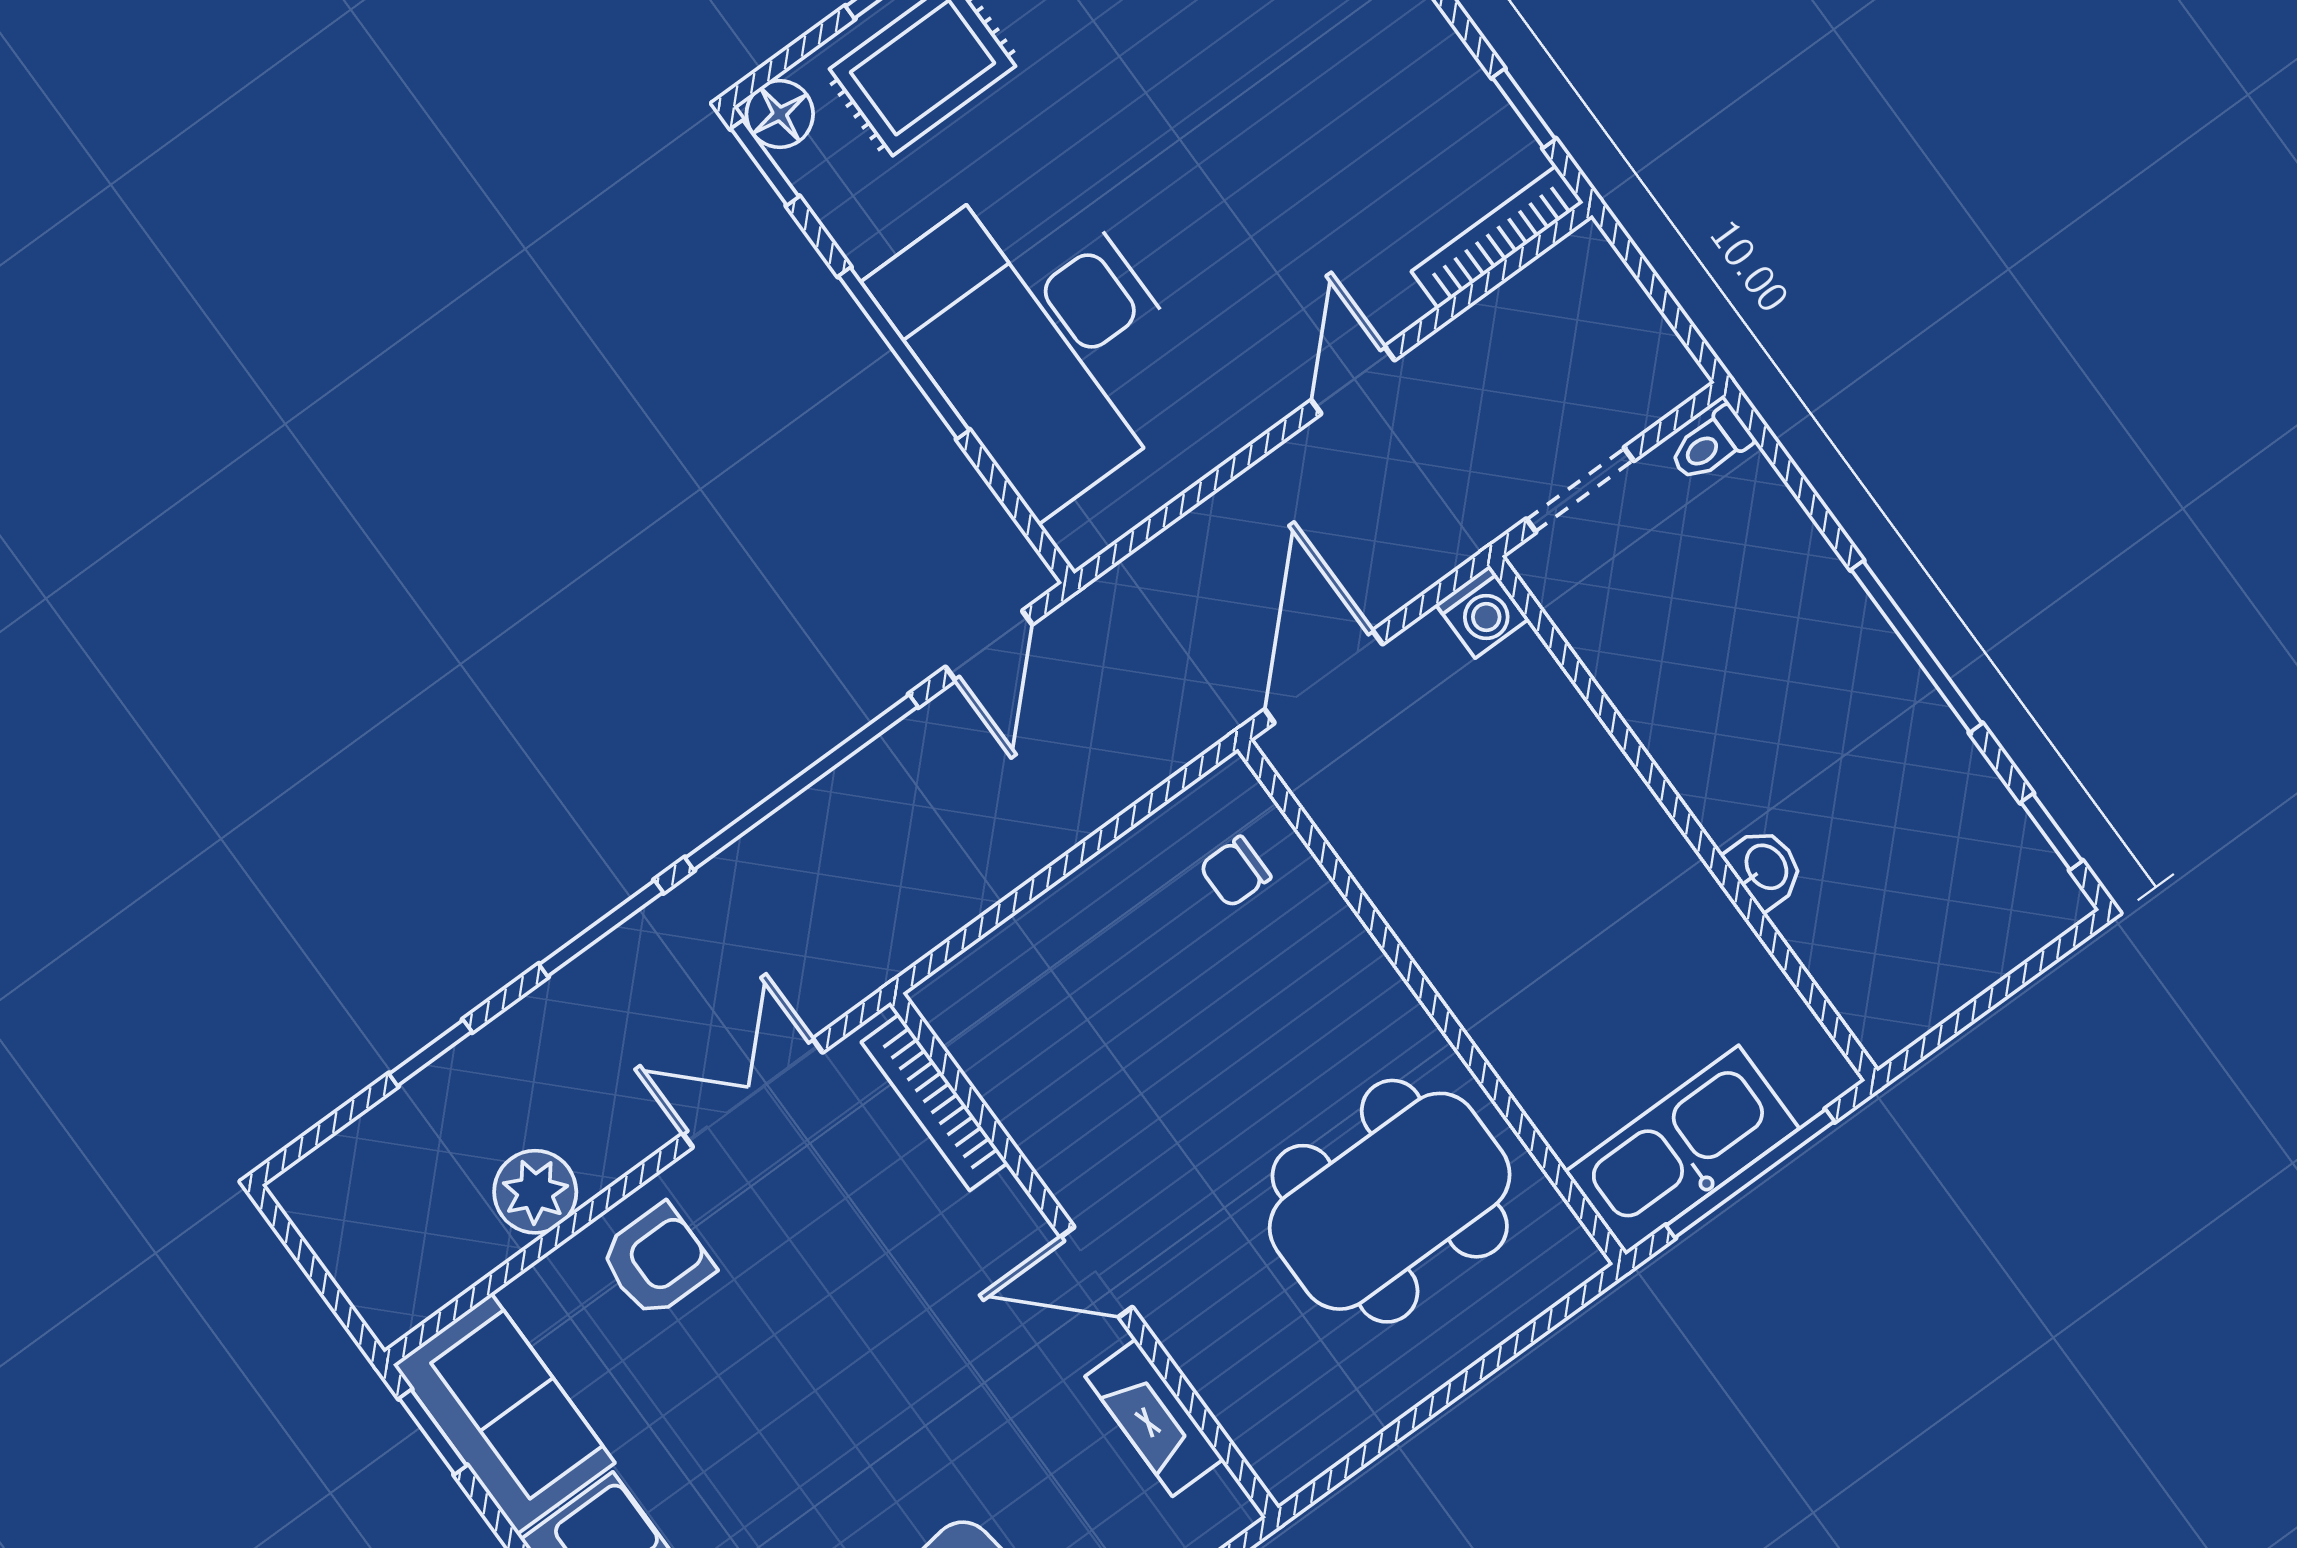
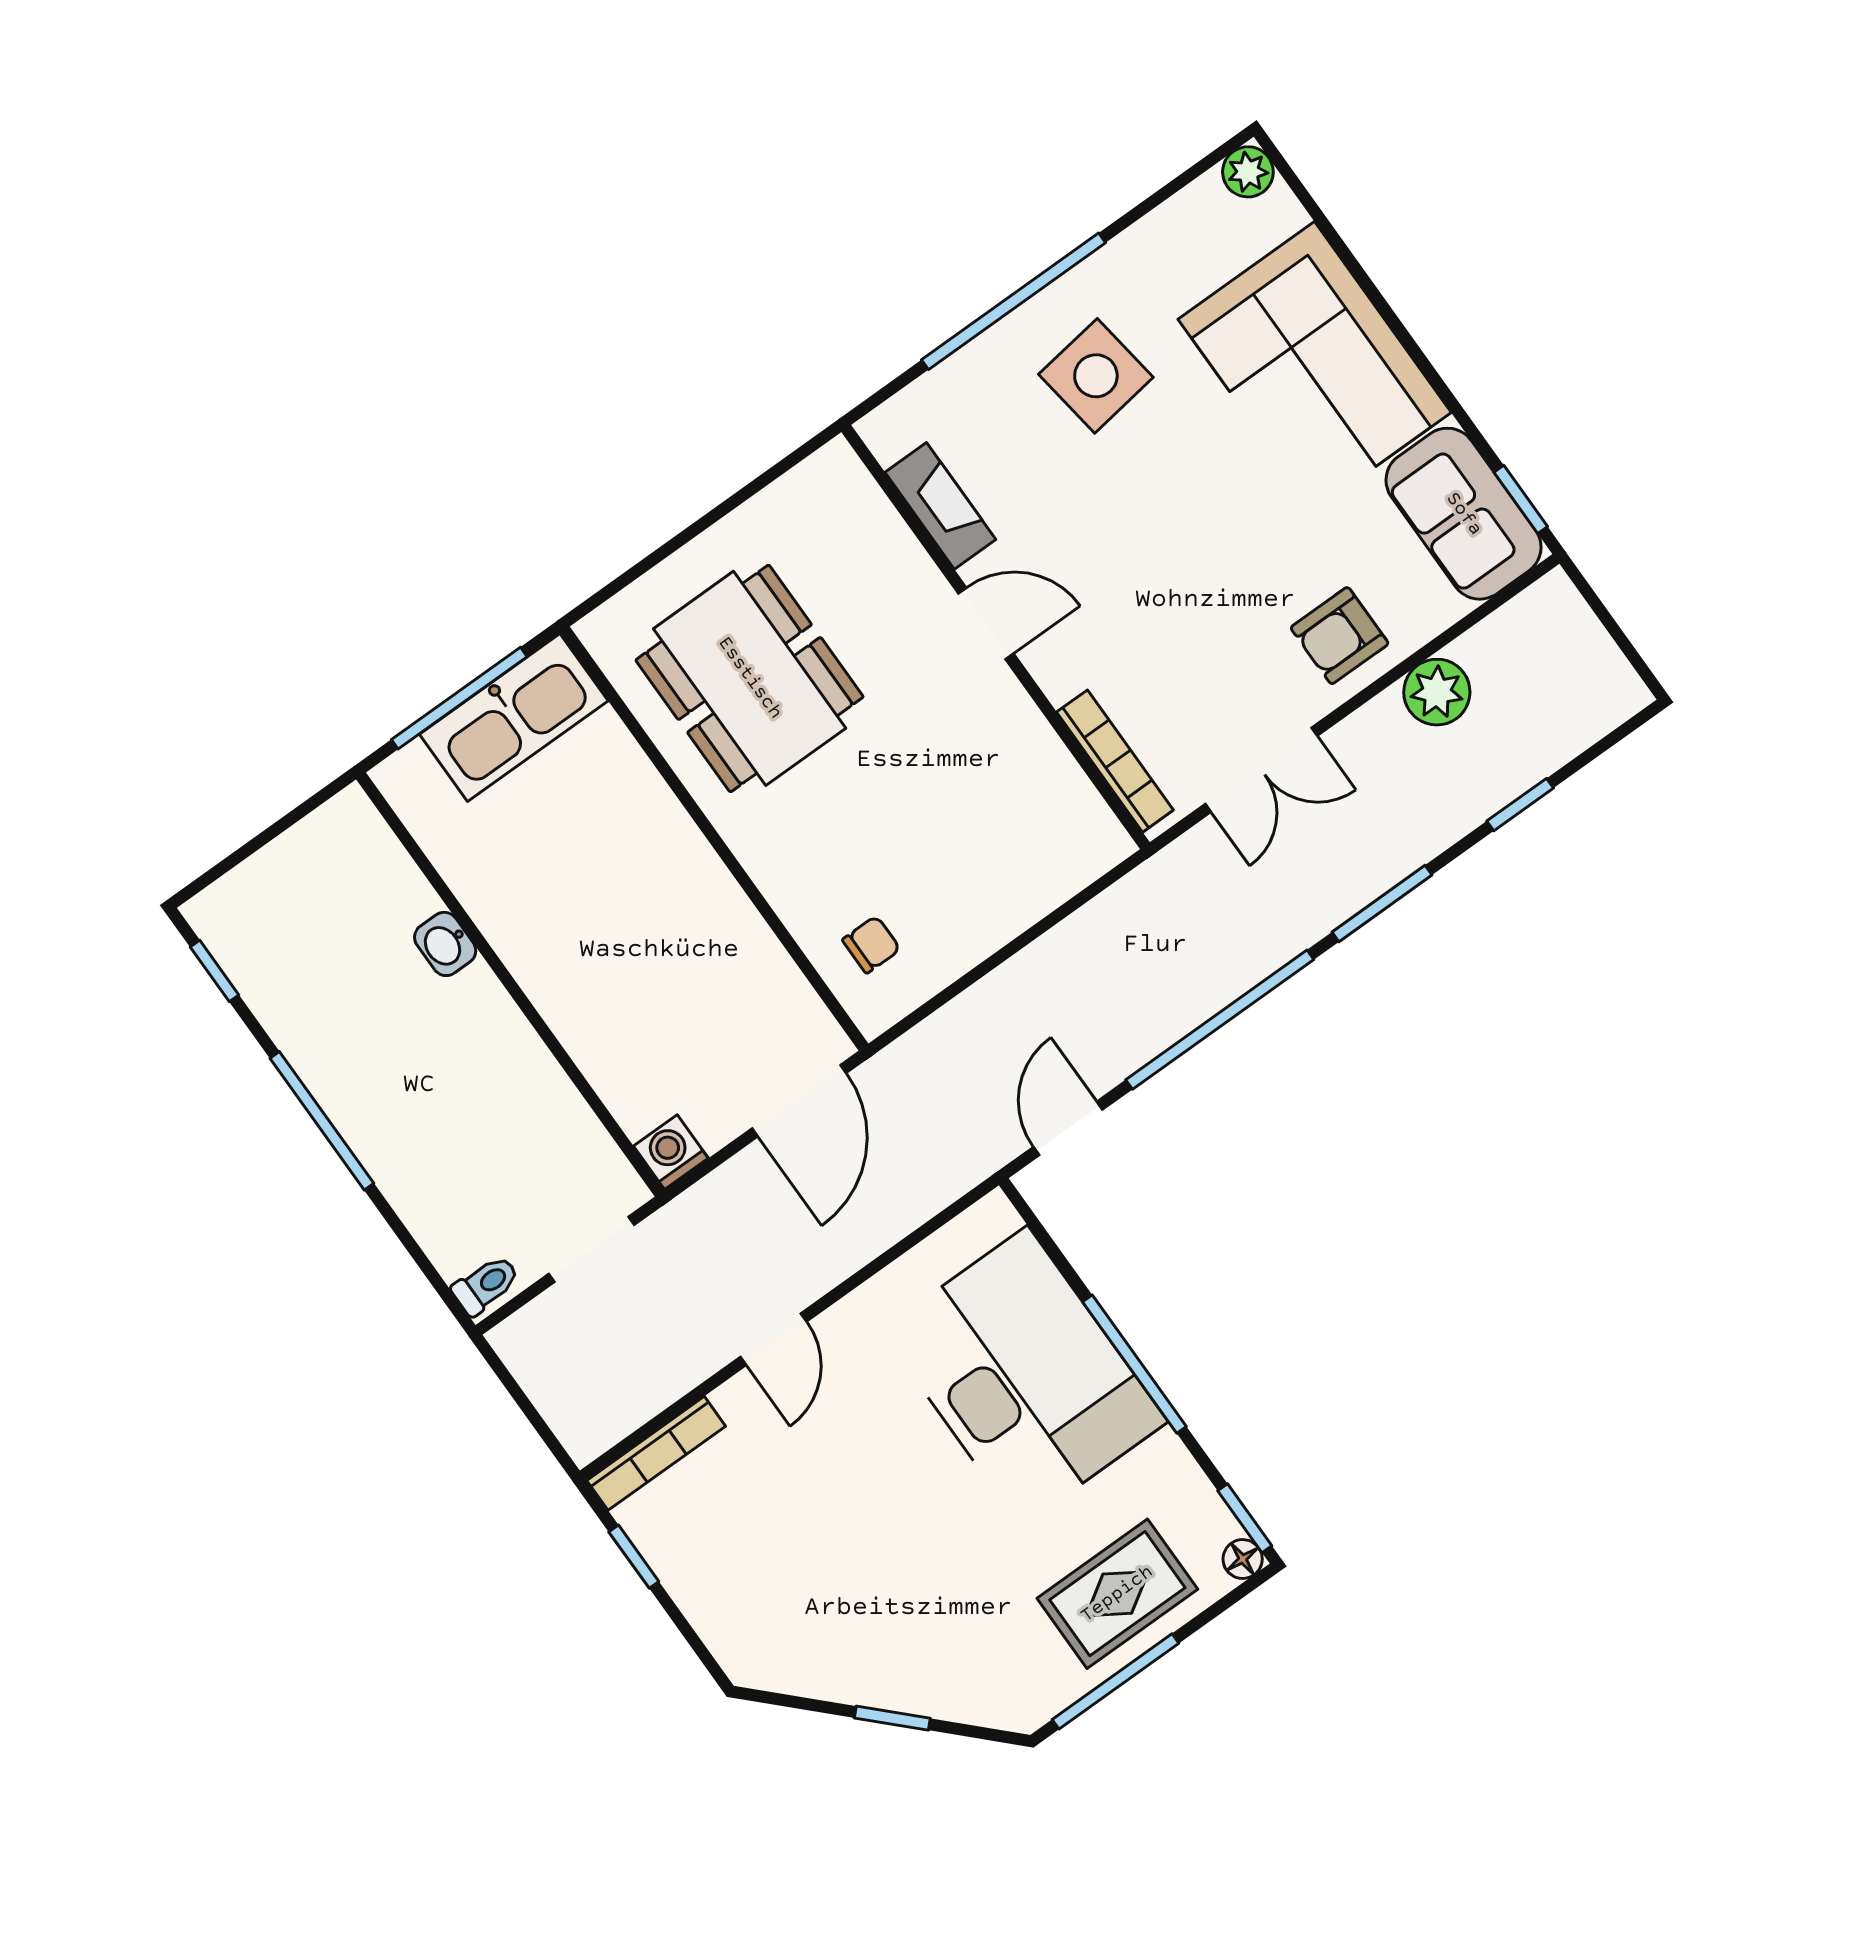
floor lamp: (780, 114) -> (1243, 1559), width x0.73, depth x0.73
dining table: (1390, 1201) -> (750, 678), turned 90

